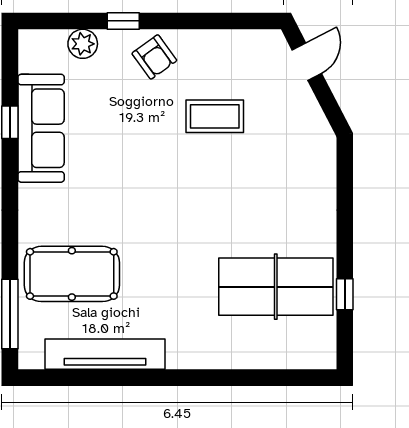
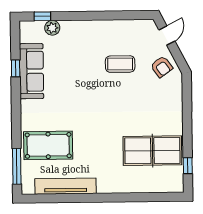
window: (123, 21) -> (42, 16), moved
armchair: (154, 57) -> (162, 67), moved
window: (345, 294) -> (188, 166), moved

